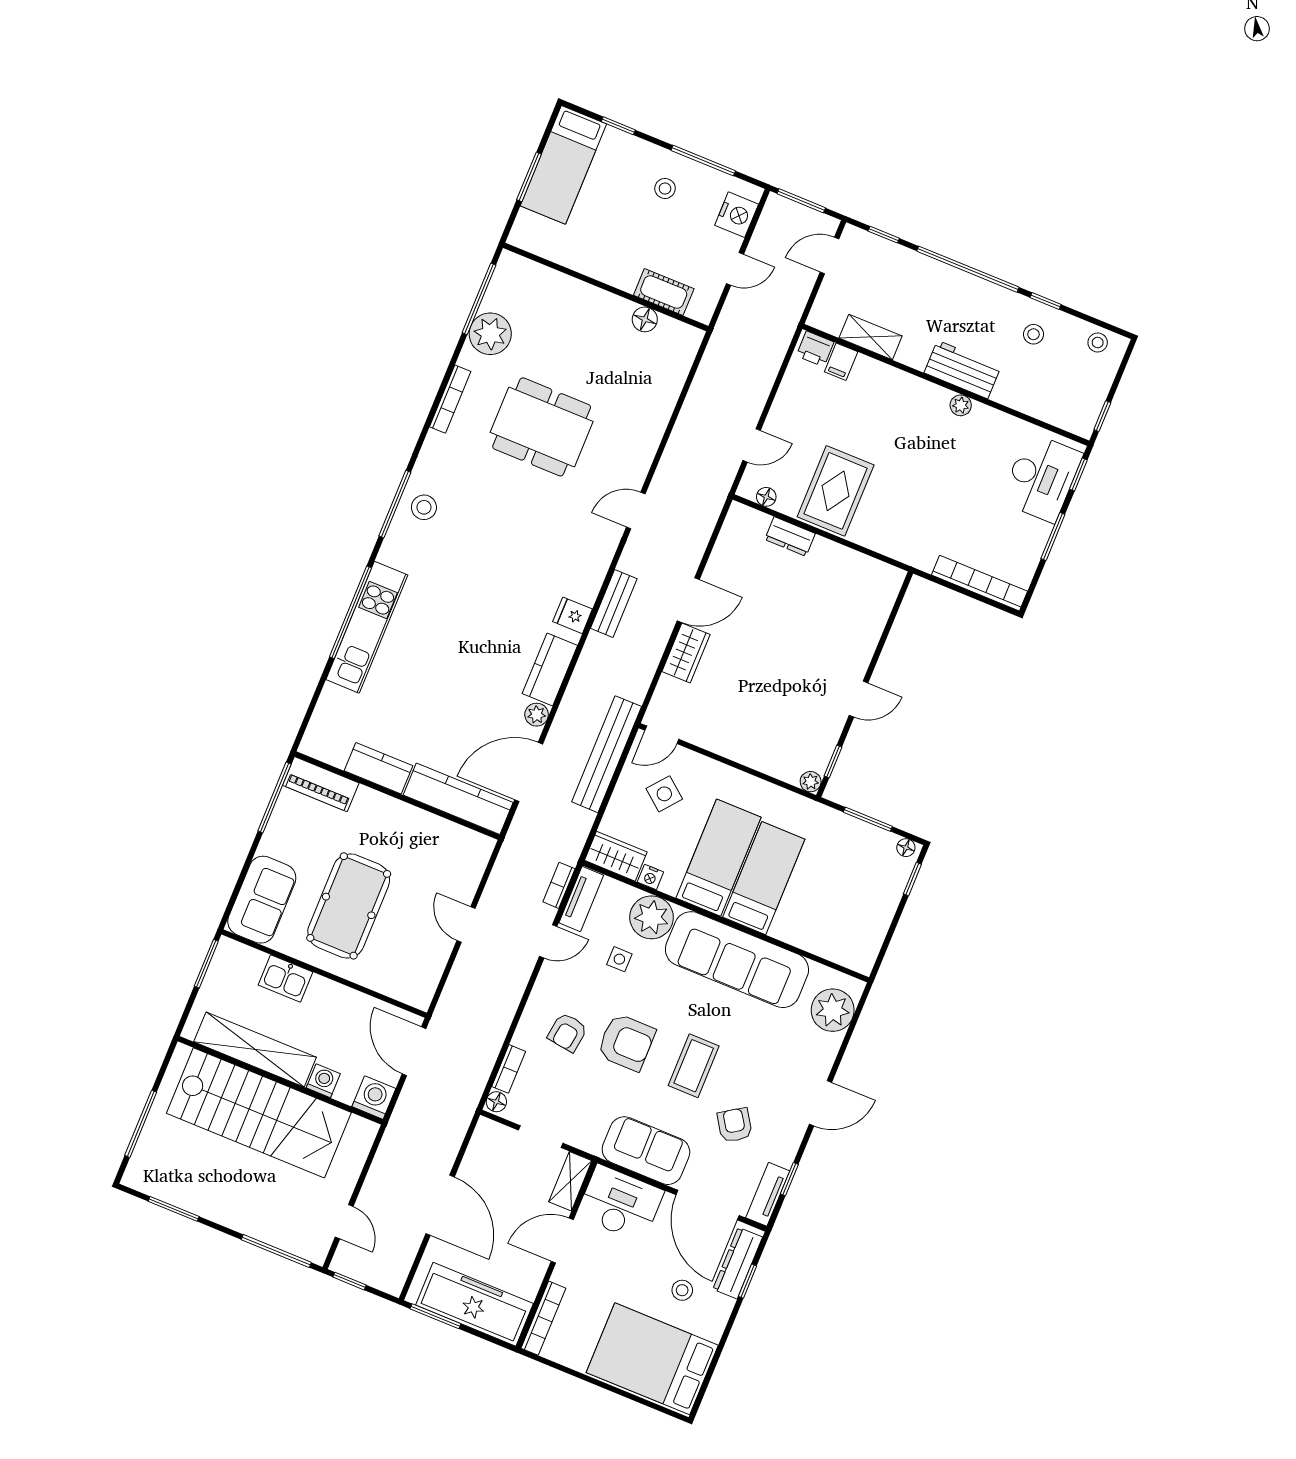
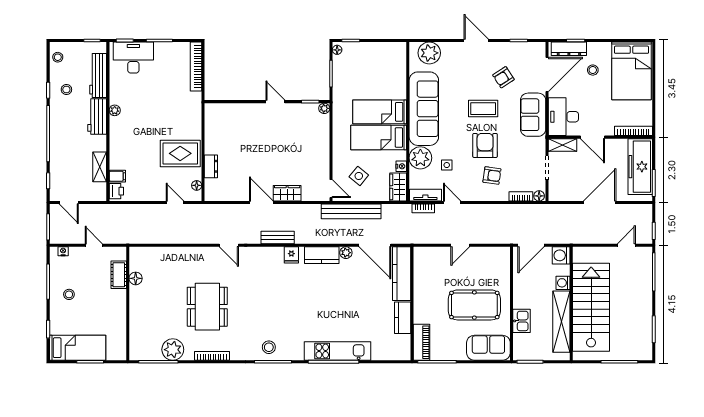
nightstand: (737, 215) -> (63, 251), width x0.53, depth x0.56
workbench: (1035, 401) -> (98, 75), added
tv unit: (768, 1194) -> (530, 48), removed

